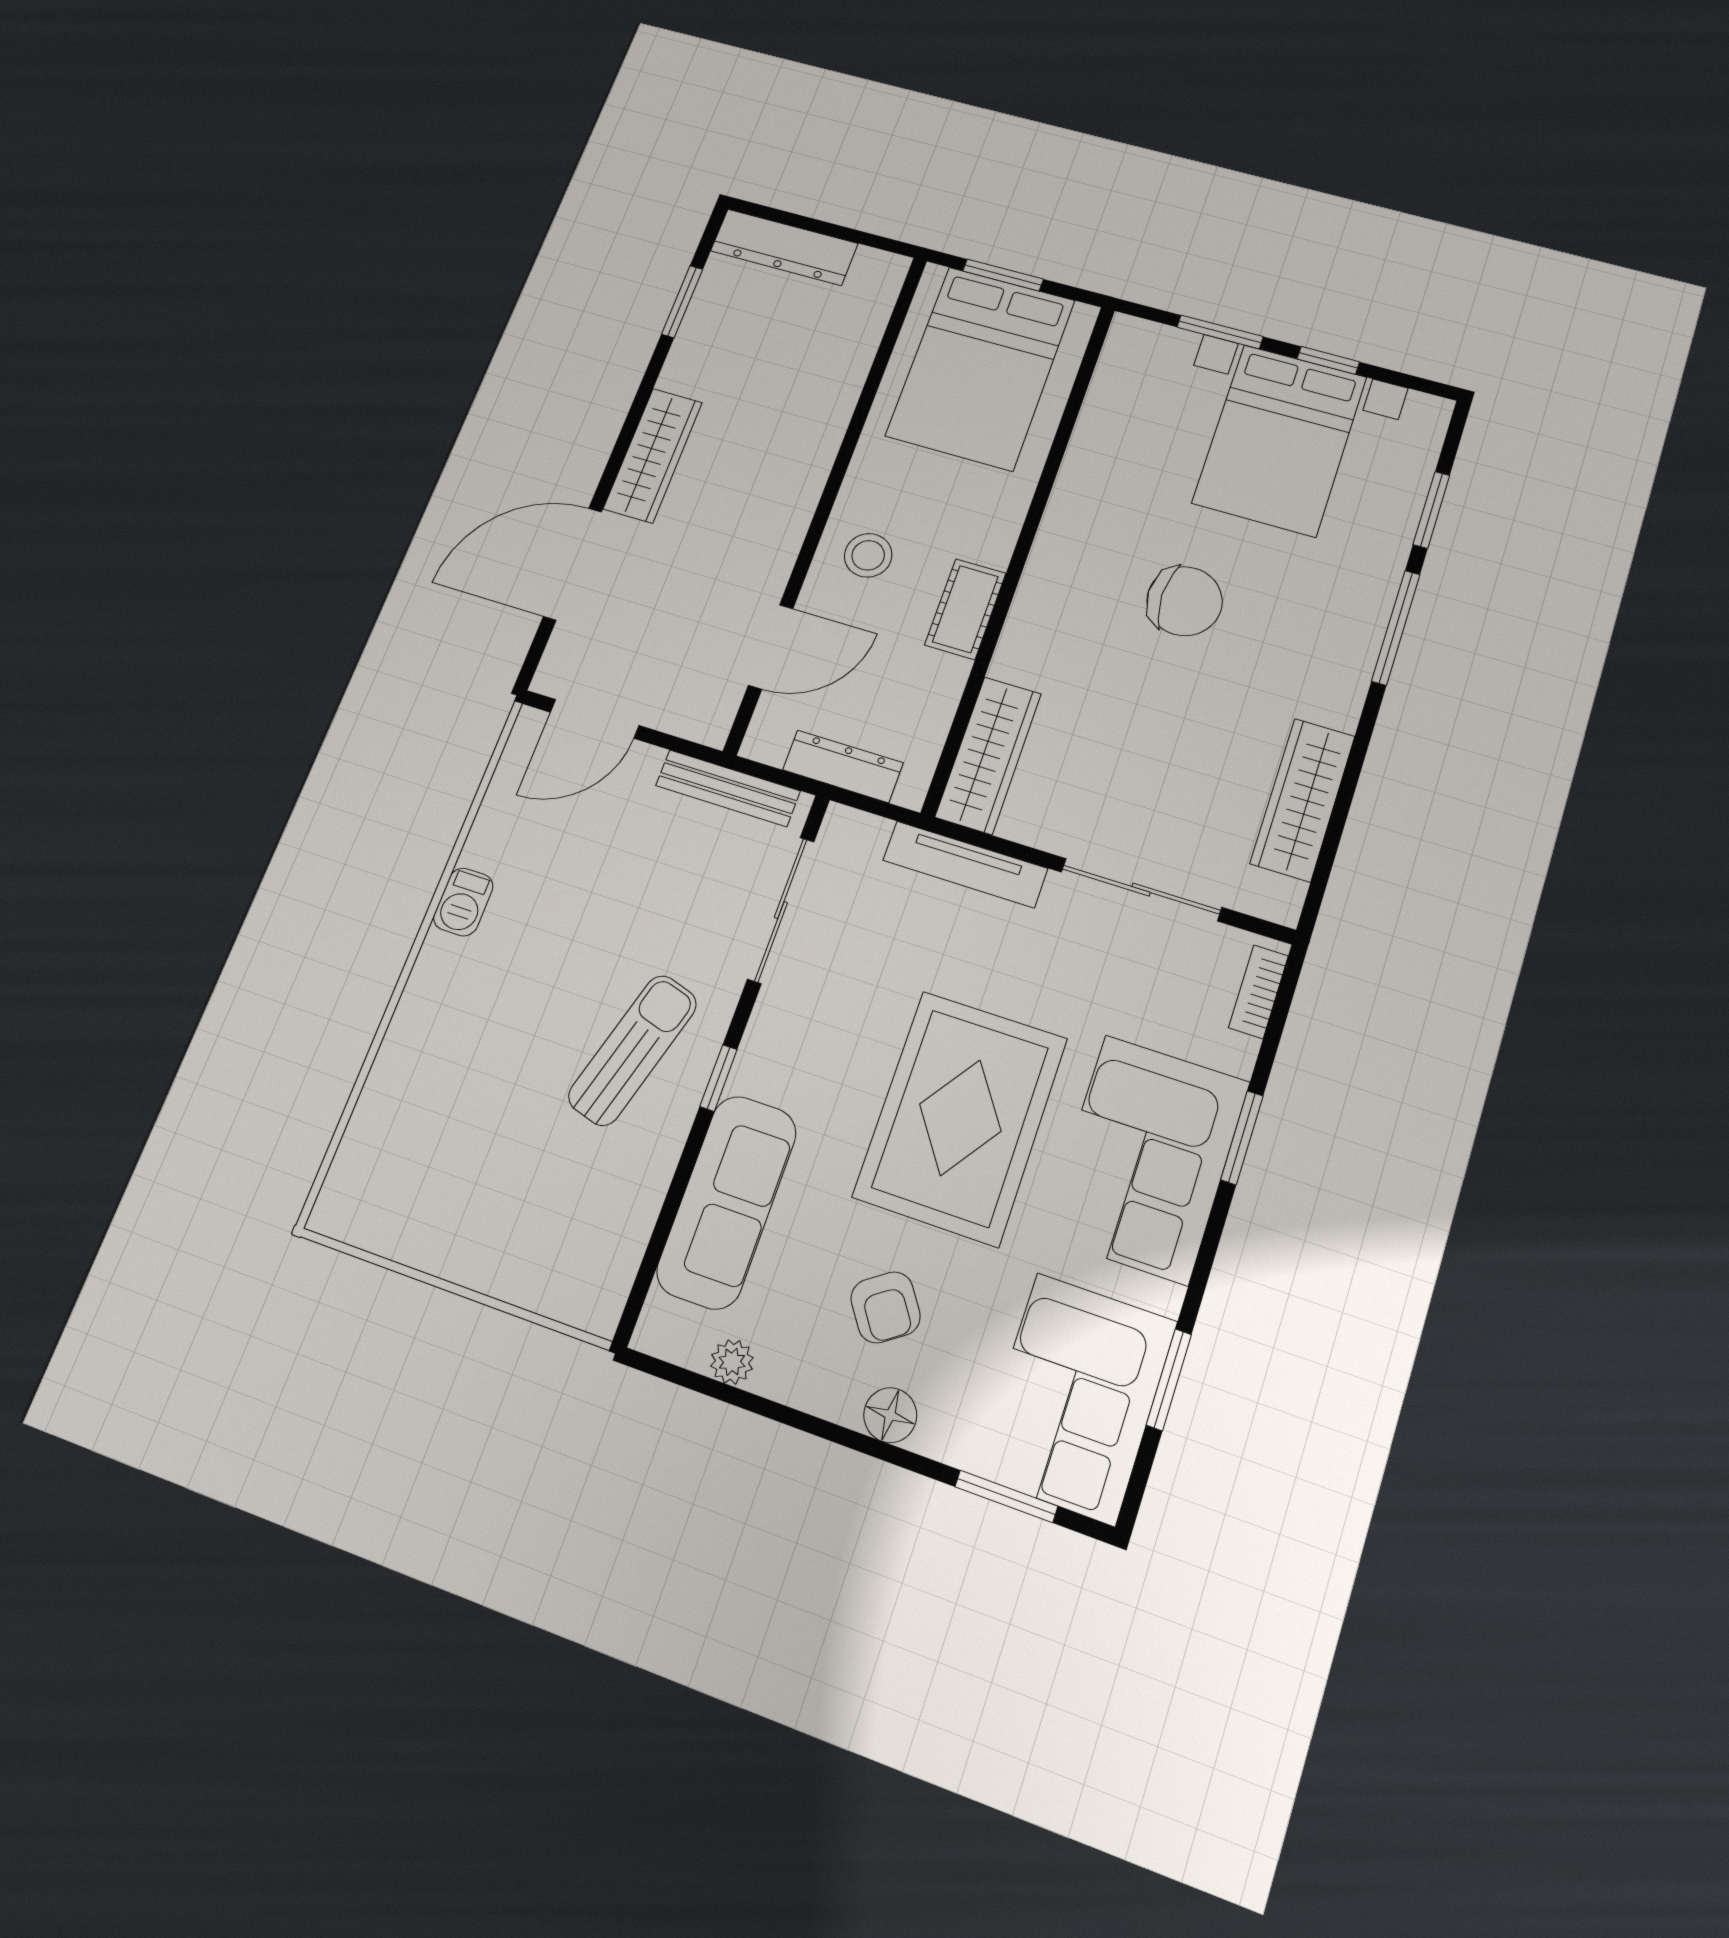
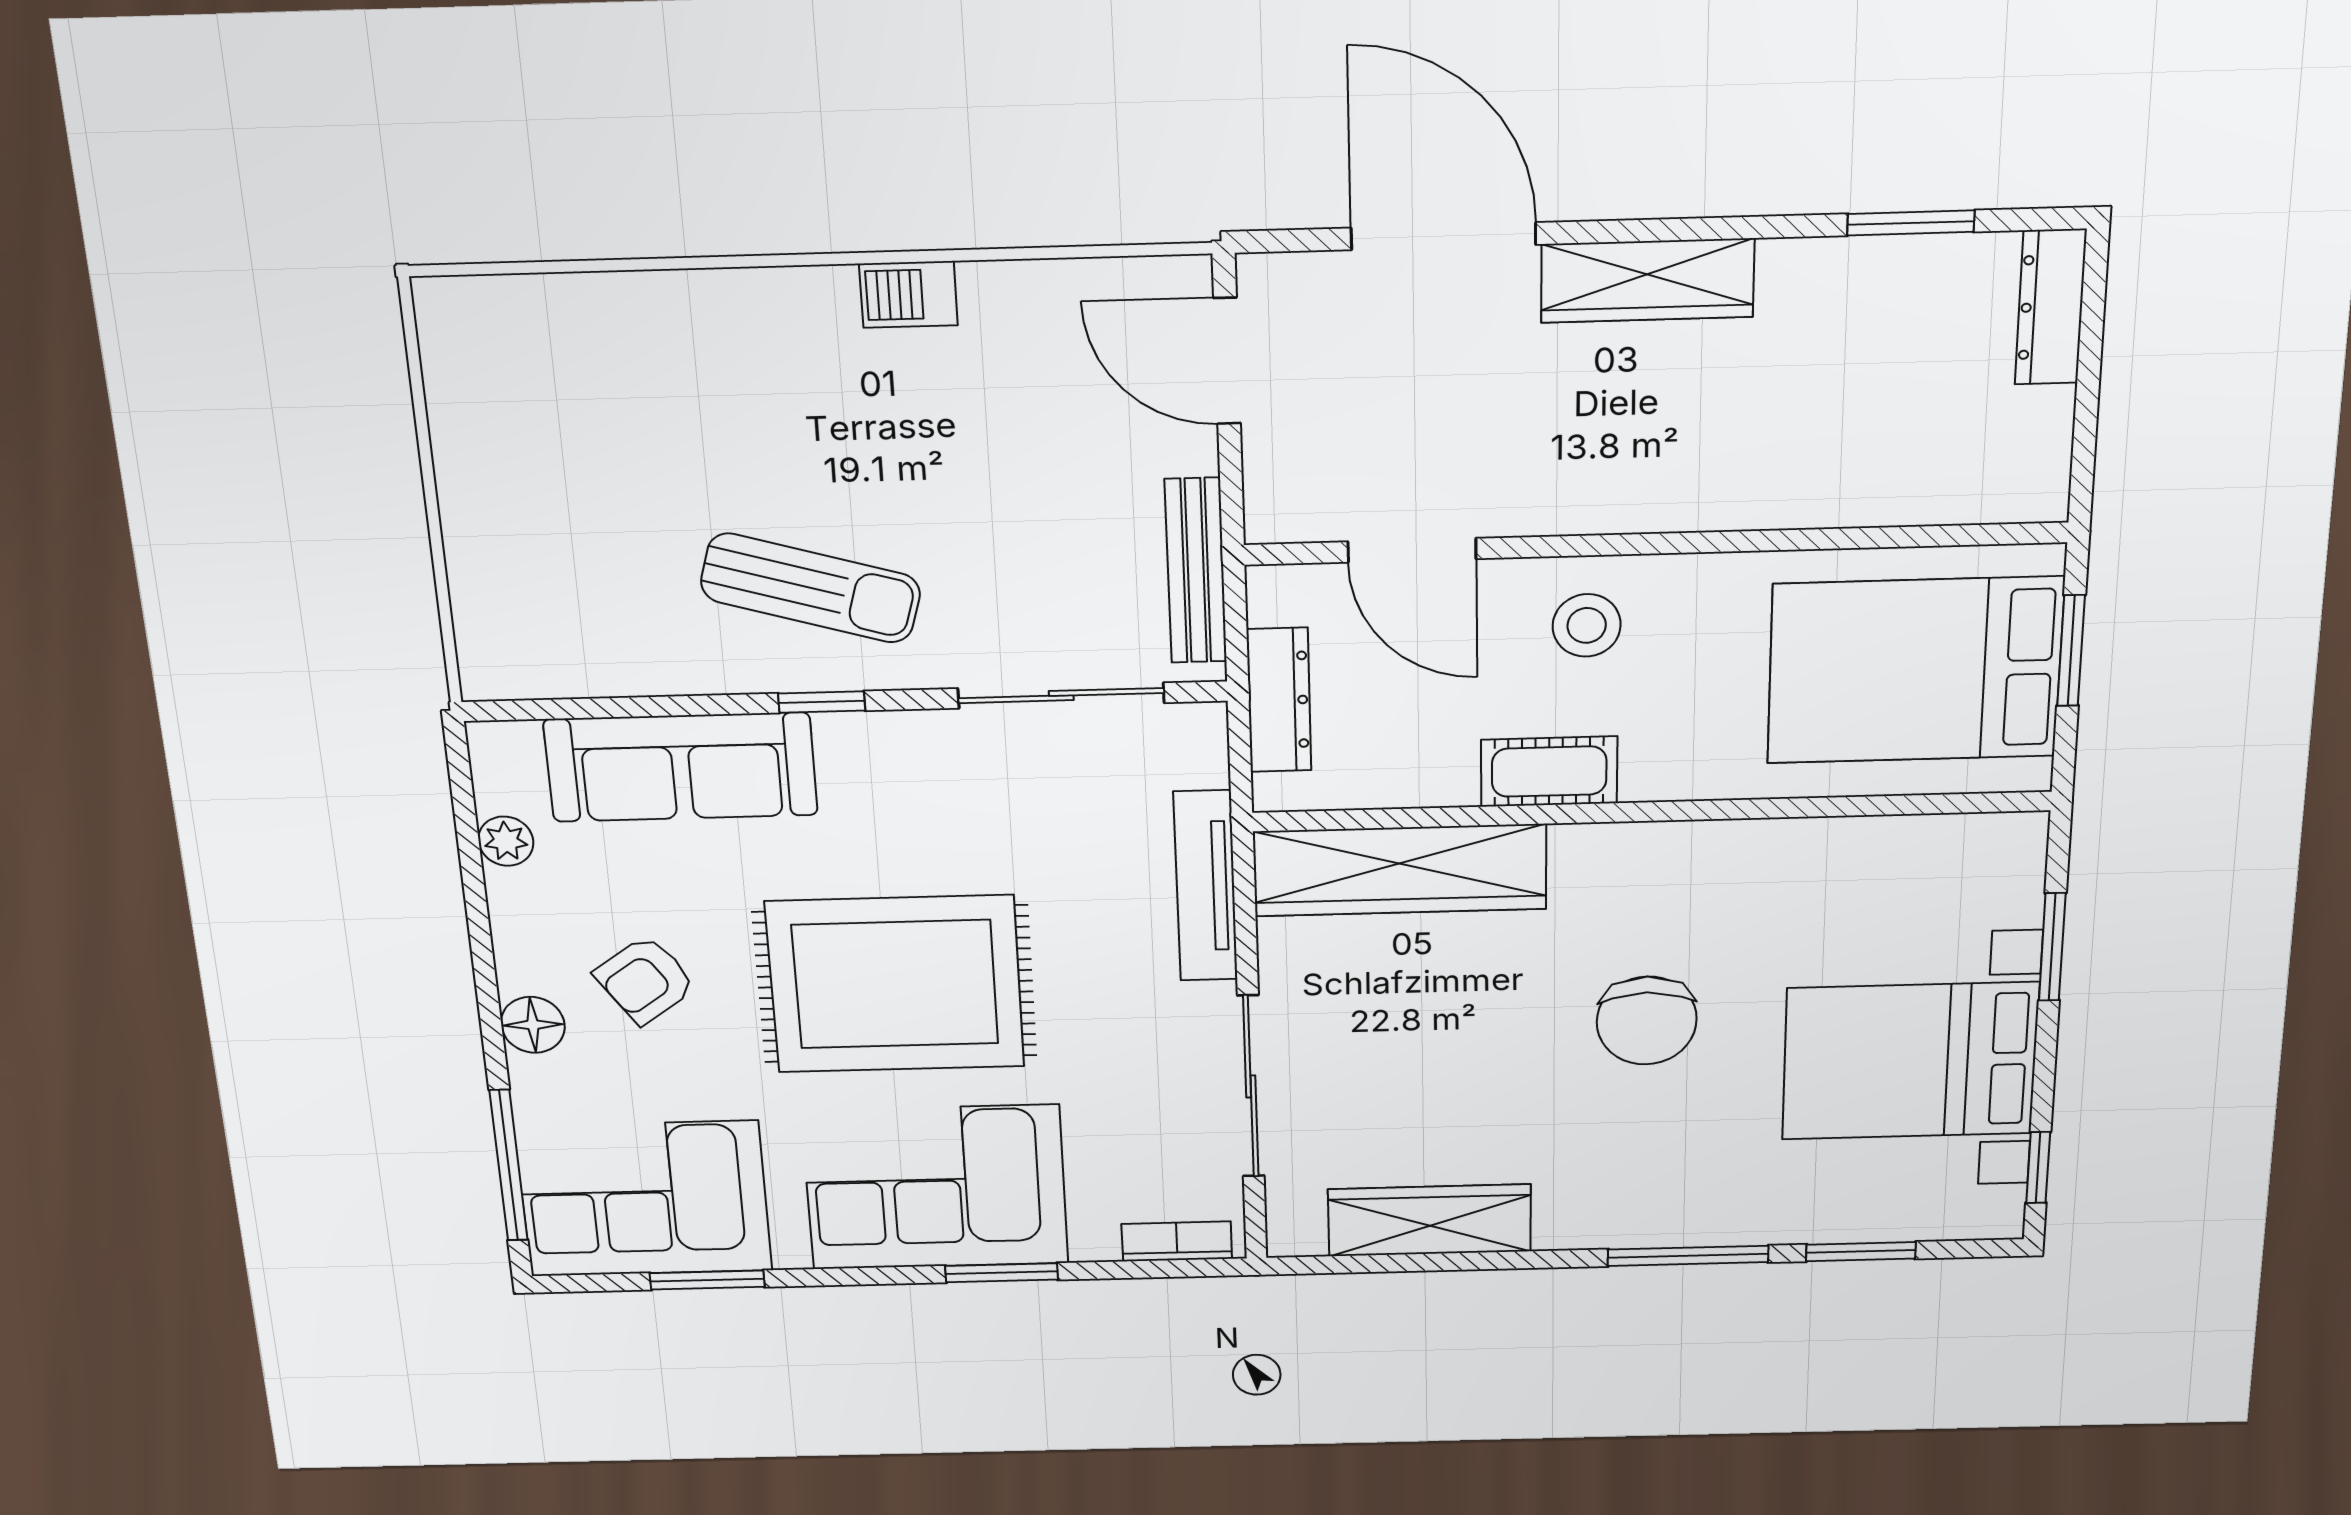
dresser: (784, 247) -> (2051, 307), width x0.73, depth x0.80
window: (1328, 360) -> (2038, 1168), moved
wardrobe: (988, 755) -> (1400, 870), width x1.40, depth x1.17
window: (1006, 1496) -> (509, 1165), width x1.44

